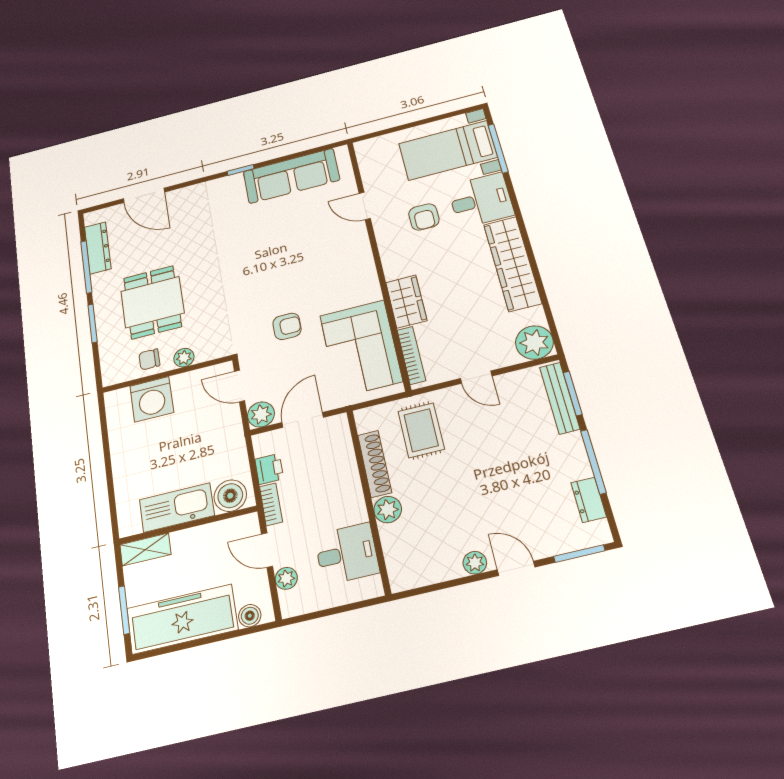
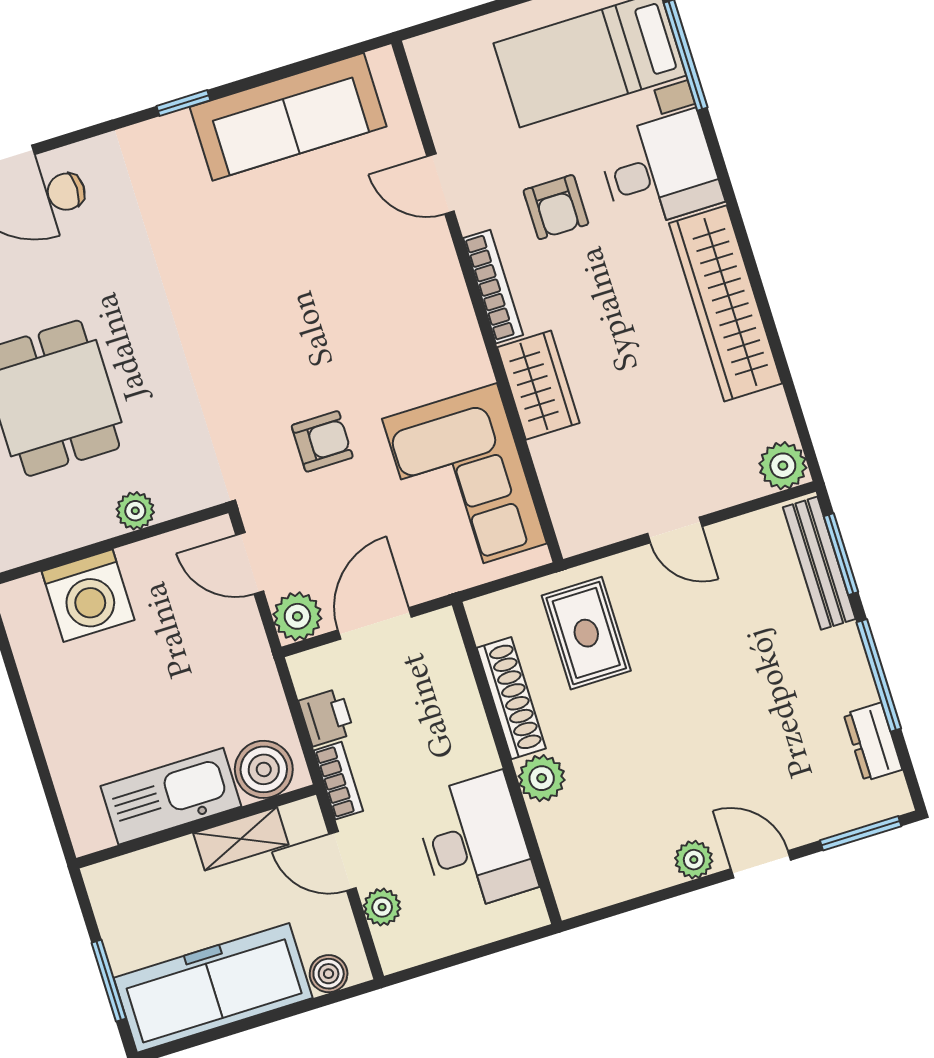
plant: (534, 342) -> (783, 466), width x0.73, depth x0.73
bookcase: (411, 355) -> (493, 287), moved
chair: (149, 359) -> (66, 192), moved
shelving: (145, 549) -> (241, 839), moved
desk: (347, 554) -> (475, 842), width x1.37

